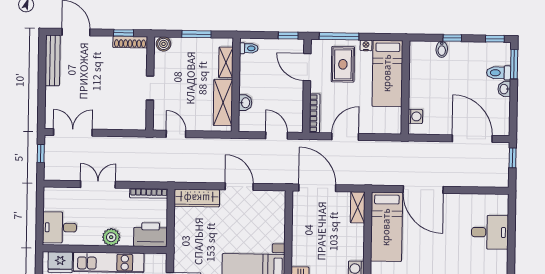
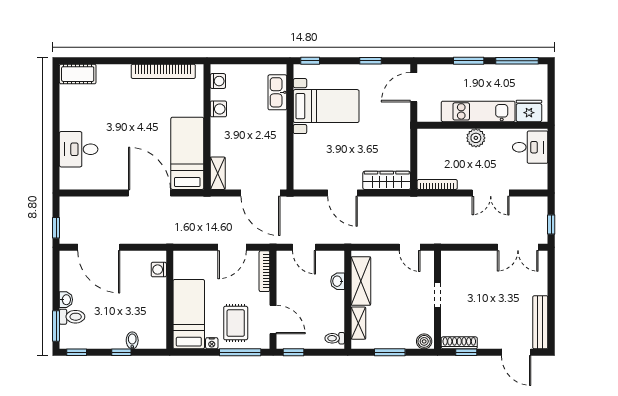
printer: (150, 235) -> (435, 141), removed

